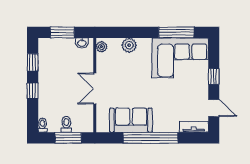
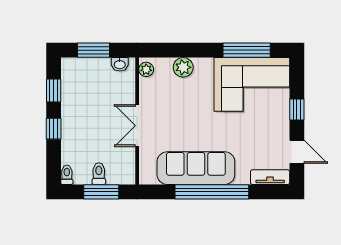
sofa: (131, 120) -> (196, 168), width x1.36

